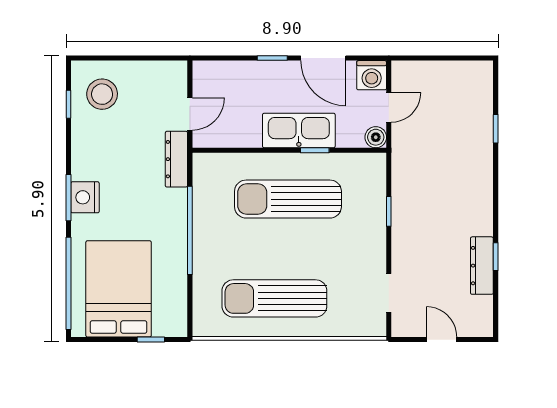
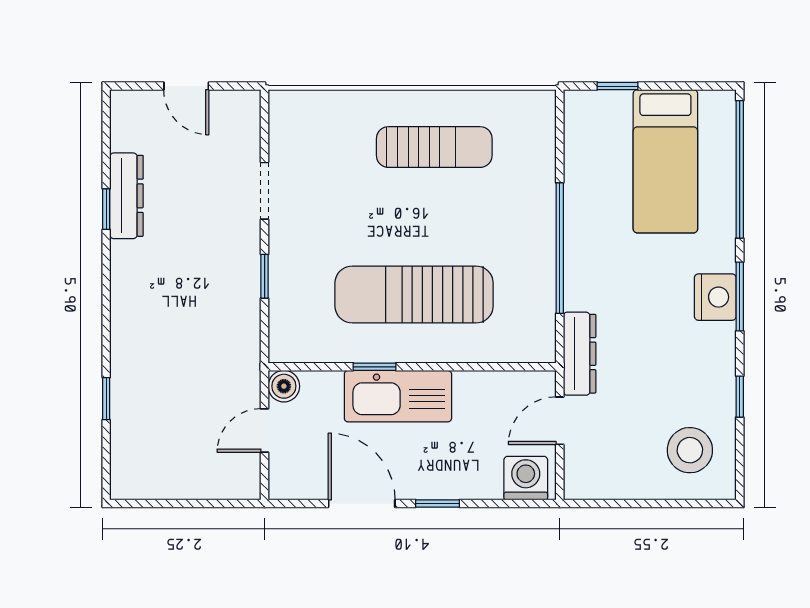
washing machine: (372, 75) -> (526, 478), moved
window: (68, 104) -> (740, 397), moved
sun lounger: (288, 199) -> (414, 294), turned 180
bed: (119, 289) -> (665, 161), width x0.67
doorway: (389, 293) -> (265, 191), moved
sun lounger: (274, 298) -> (434, 147), width x0.73, depth x0.75

